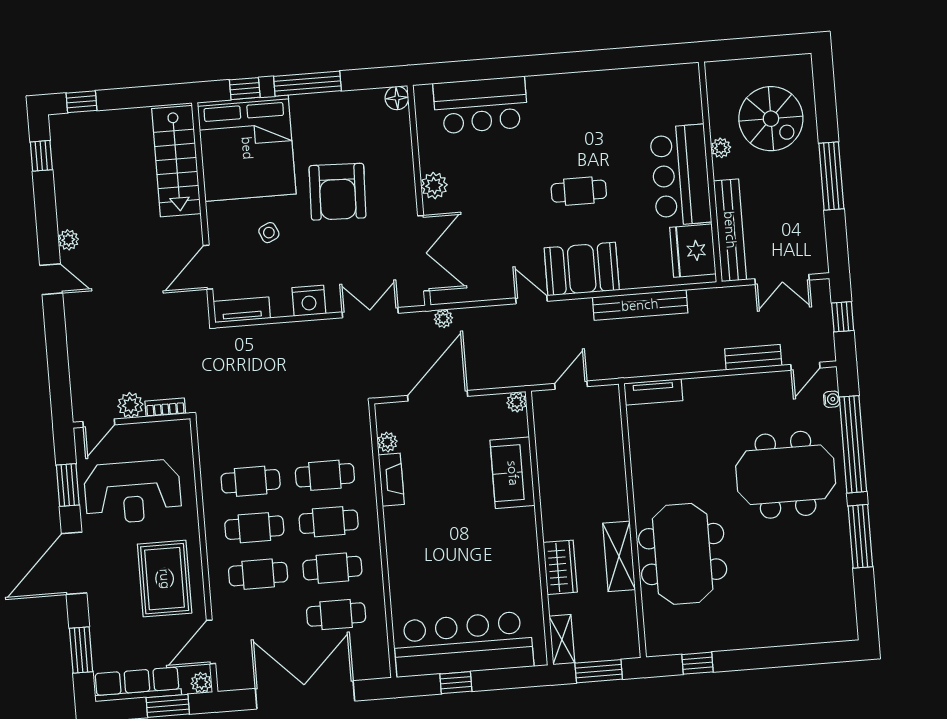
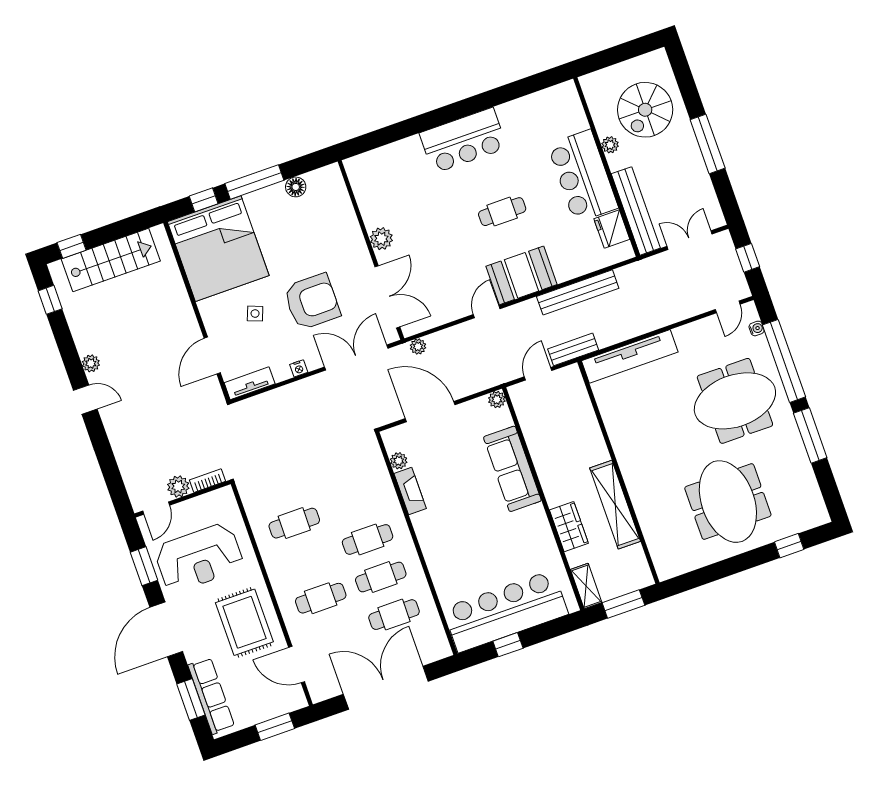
floor lamp: (397, 98) -> (296, 187), moved
bar counter: (481, 105) -> (463, 140), moved
spiral stairs: (771, 119) -> (645, 110), turned 90
stairs: (176, 161) -> (111, 260), moved, turned -90
armchair: (338, 192) -> (312, 302), moved, turned -92
side table: (269, 233) -> (255, 314), turned 45
fridge: (693, 251) -> (612, 229), width x0.73, depth x0.75
double door: (782, 279) -> (689, 240), swing flipped
door: (531, 300) -> (487, 312), hinge flipped
nightstand: (309, 301) -> (299, 368), width x0.53, depth x0.56
double door: (370, 313) -> (356, 358), width x1.37
bench: (753, 357) -> (573, 349), moved
tv unit: (653, 392) -> (630, 356), width x1.92, depth x1.29
door: (438, 396) -> (430, 412), hinge flipped
sofa: (513, 473) -> (512, 469), width x1.36
cafe table: (325, 475) -> (354, 502), removed
cafe table: (254, 528) -> (307, 561), removed
meeting table: (683, 554) -> (728, 502), moved
shelving: (619, 556) -> (615, 505), width x1.47
door: (211, 642) -> (297, 665), hinge flipped
window: (697, 663) -> (789, 546), moved
plant: (201, 683) -> (297, 700), removed
row of seats: (137, 684) -> (211, 696), moved, turned 90

